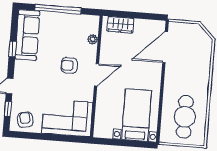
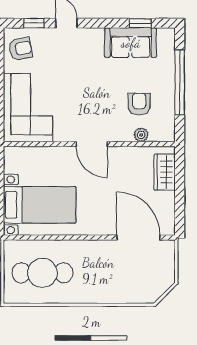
sofa: (27, 35) -> (131, 43), width x0.73
window: (13, 49) -> (140, 23), moved
armchair: (69, 65) -> (139, 104), moved

